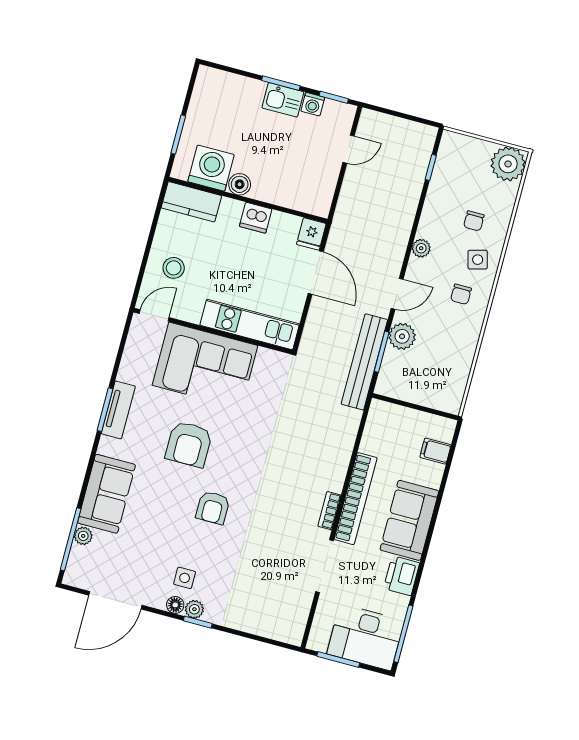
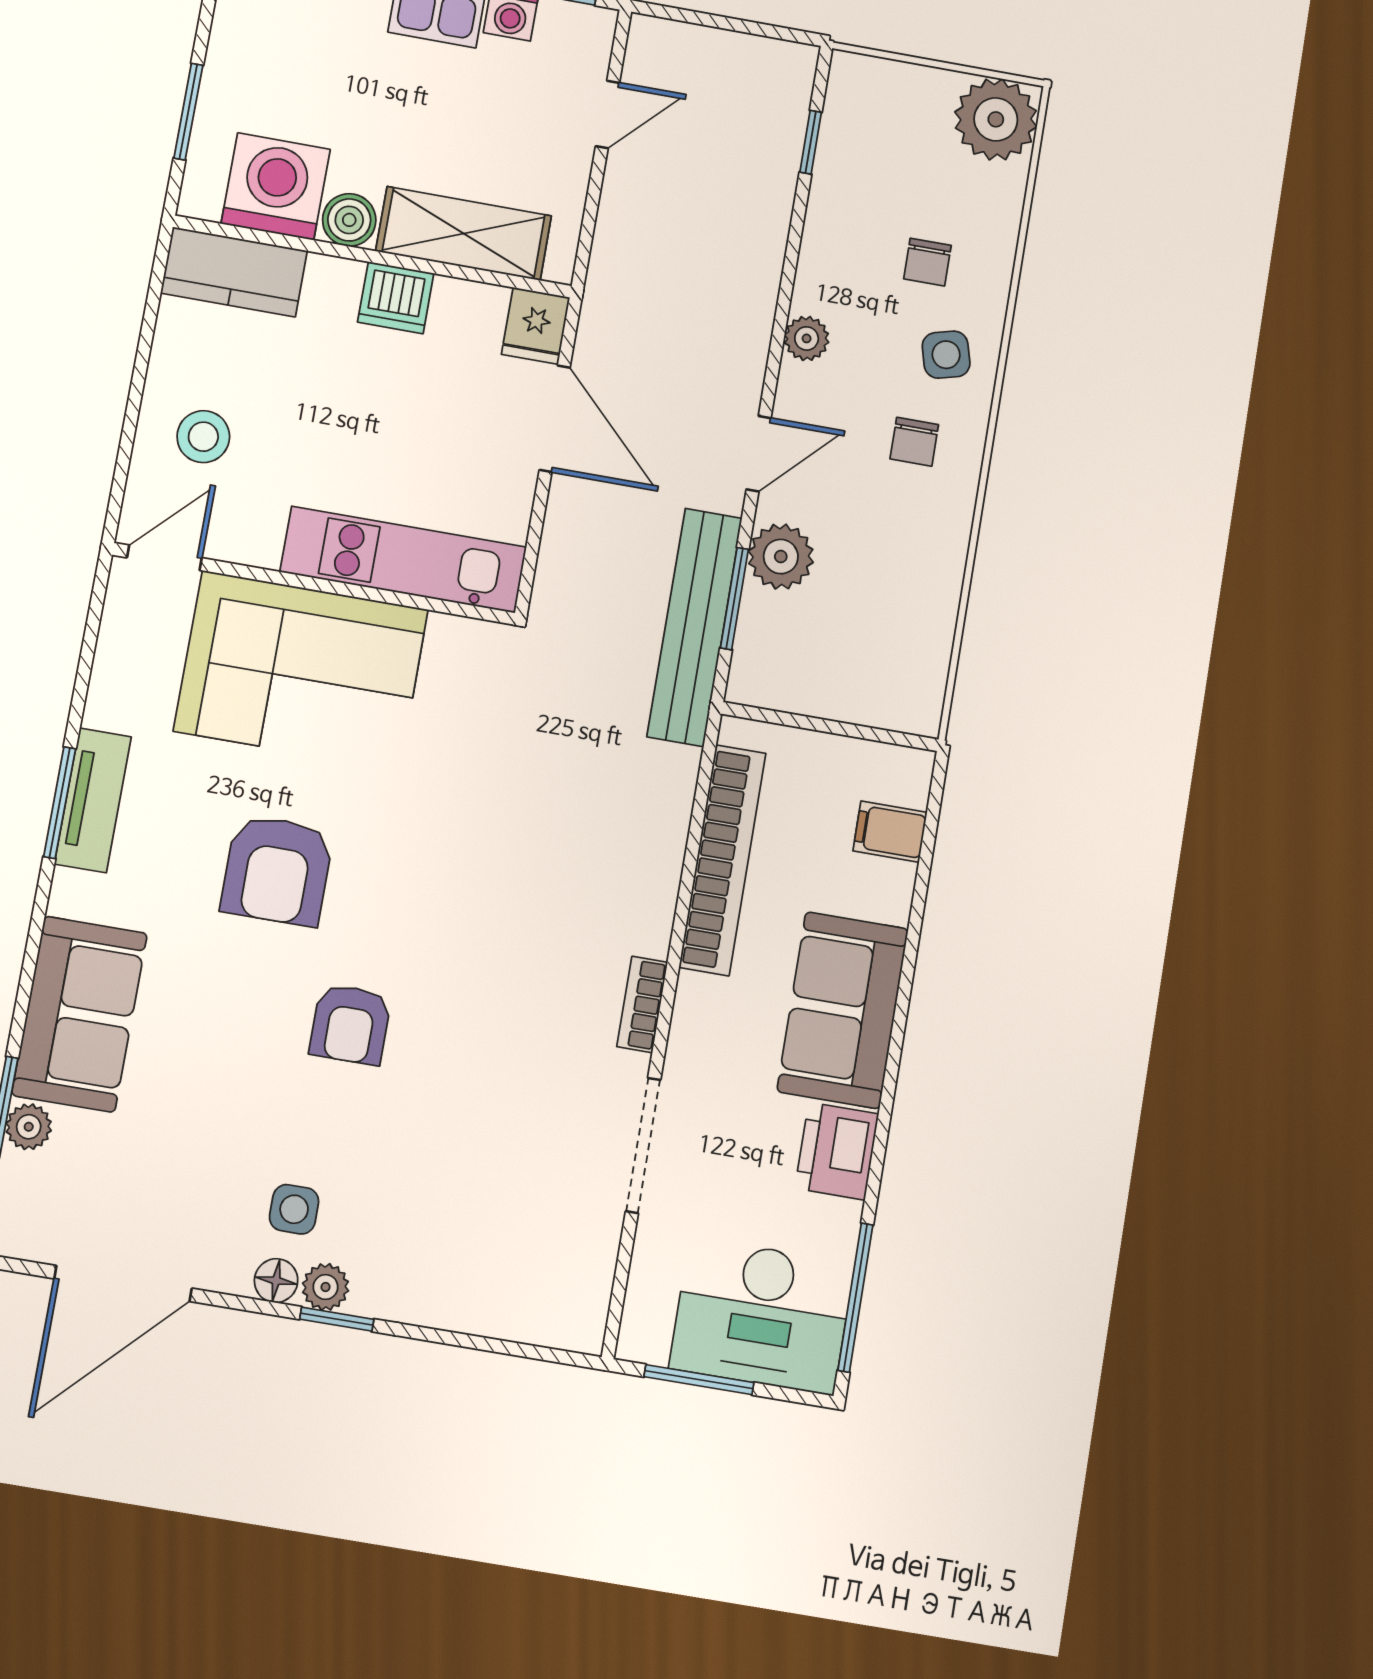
shelving: (285, 194) -> (464, 233), added
bookcase: (356, 499) -> (722, 860), moved

